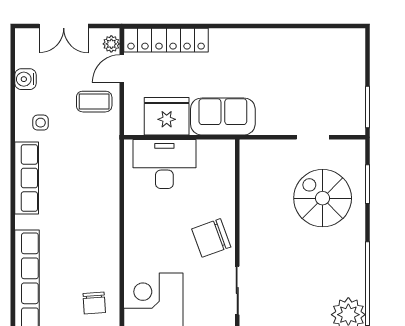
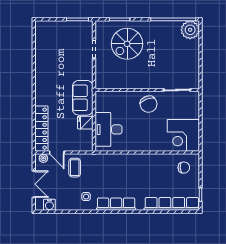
water cooler: (25, 79) -> (49, 205), moved
fridge: (167, 116) -> (85, 123), width x0.53, depth x0.75

